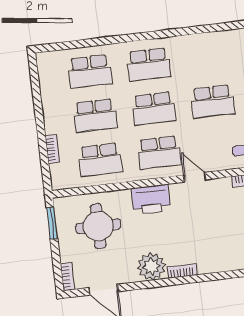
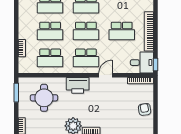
door: (195, 177) -> (106, 75), hinge flipped

